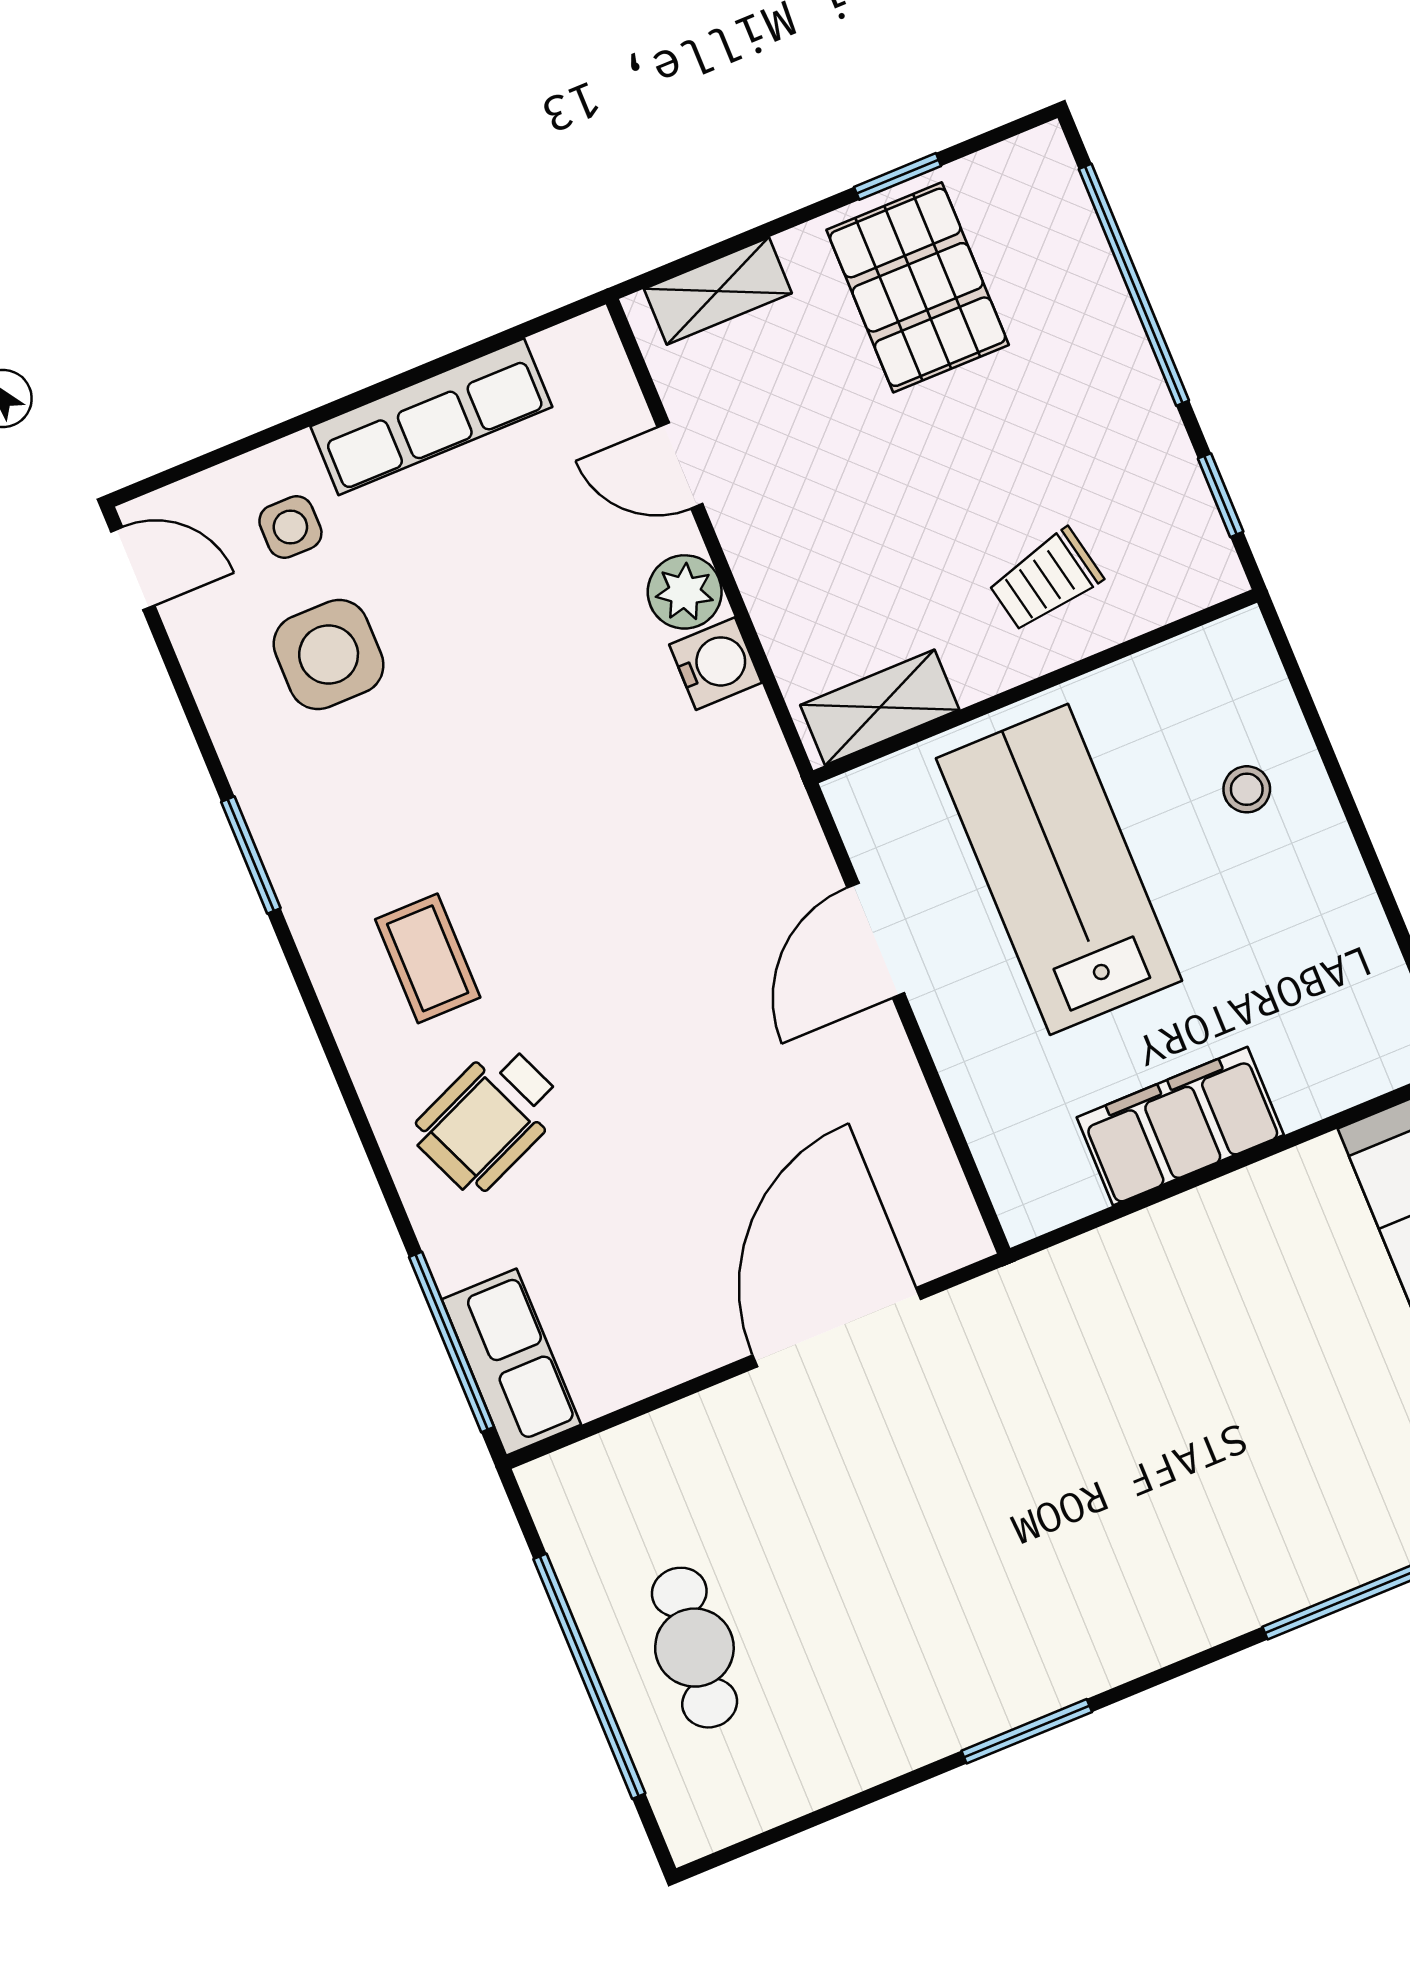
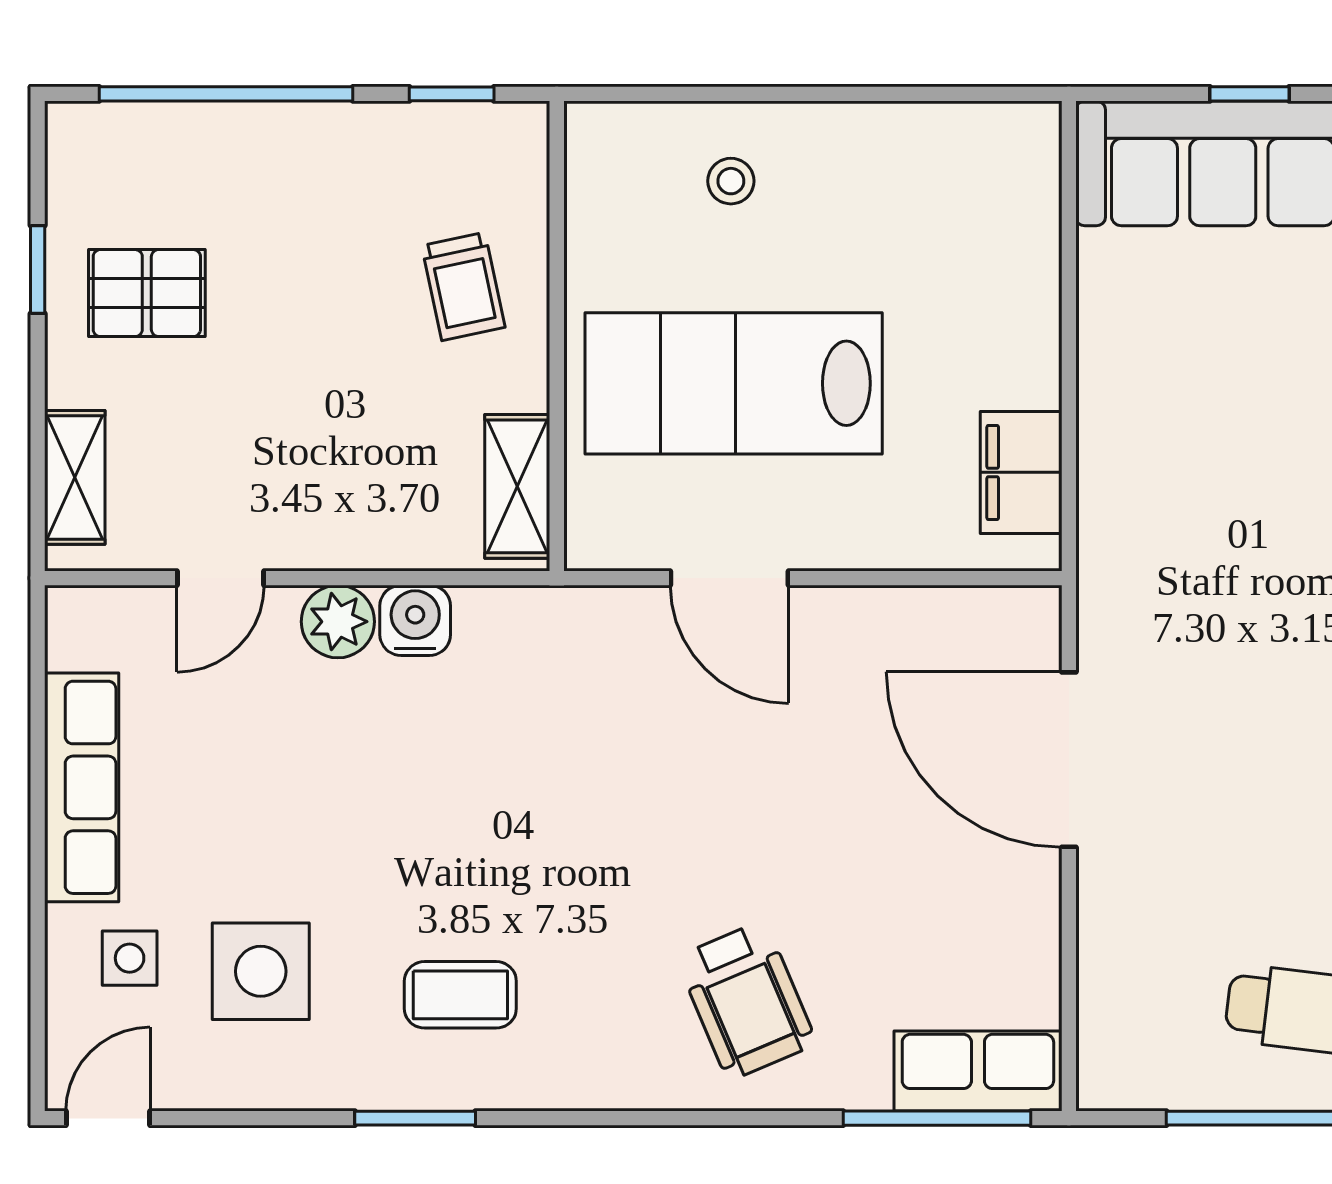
pallet: (918, 287) -> (147, 293), width x0.67, depth x0.71
coffee table: (428, 958) -> (460, 995), moved
filing cabinet: (1180, 1126) -> (1021, 472), moved, width x0.67, depth x0.86

